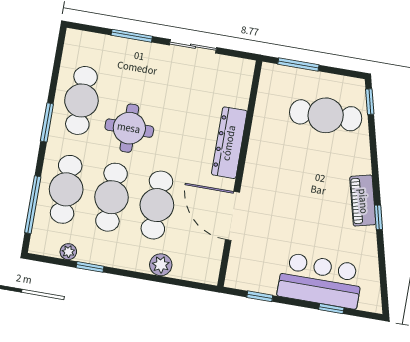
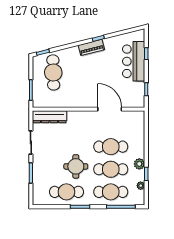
dresser: (229, 143) -> (49, 117), moved
door: (232, 216) -> (110, 109), swing flipped
plant: (161, 265) -> (139, 164), moved

